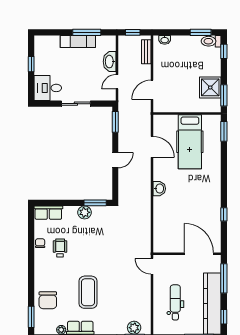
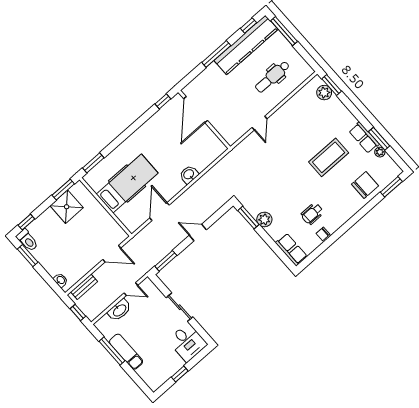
wall: (187, 254) -> (204, 119), moved
door: (199, 254) -> (196, 110), moved

